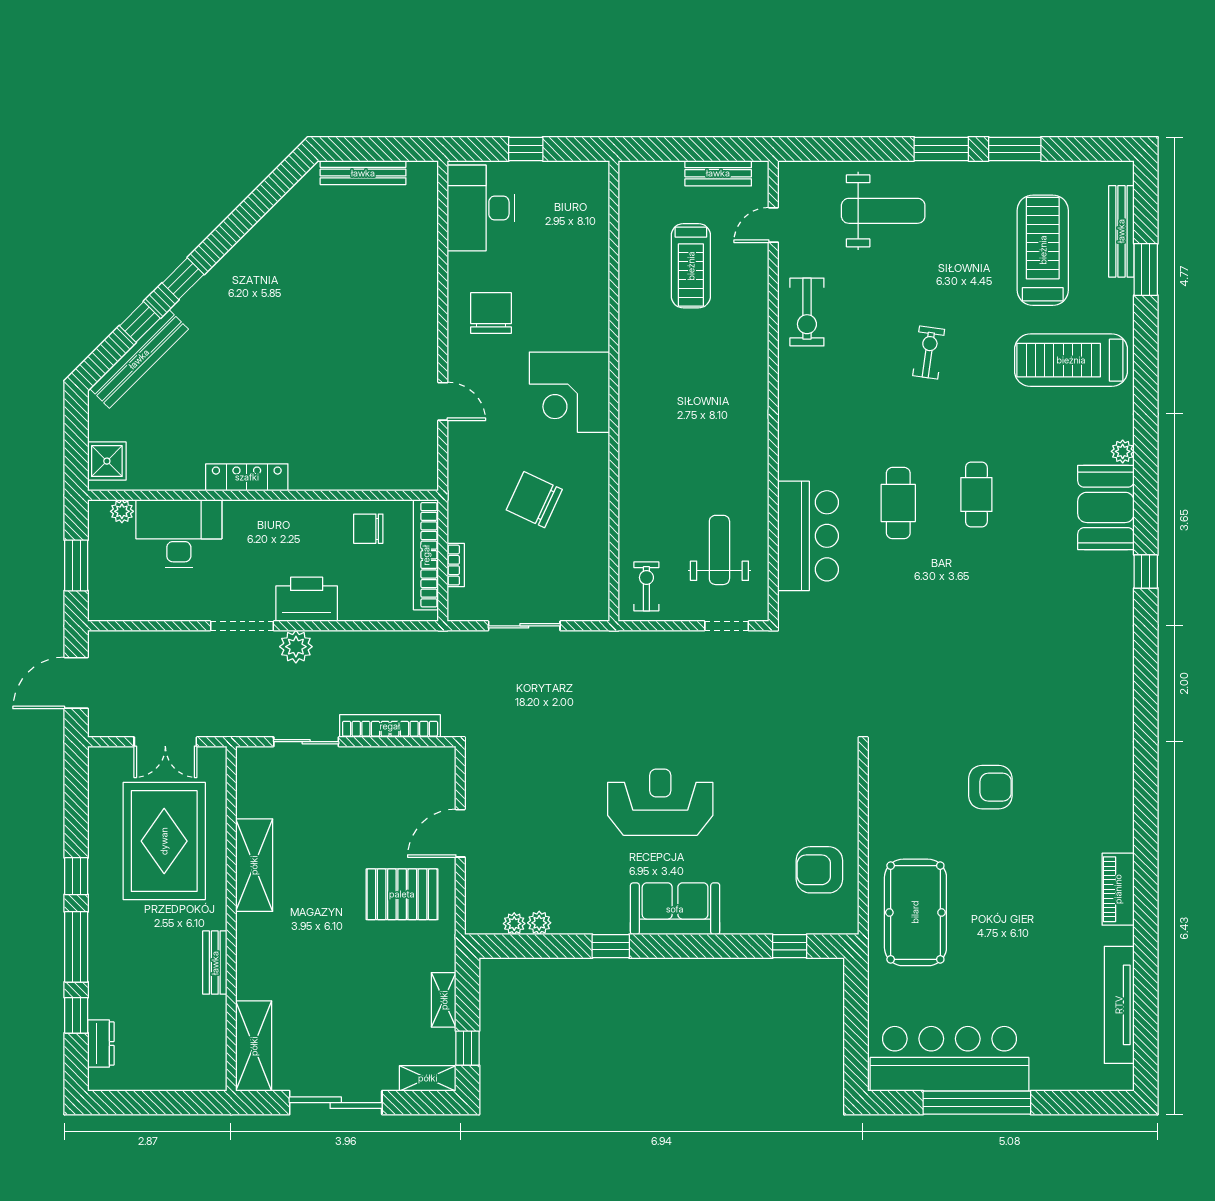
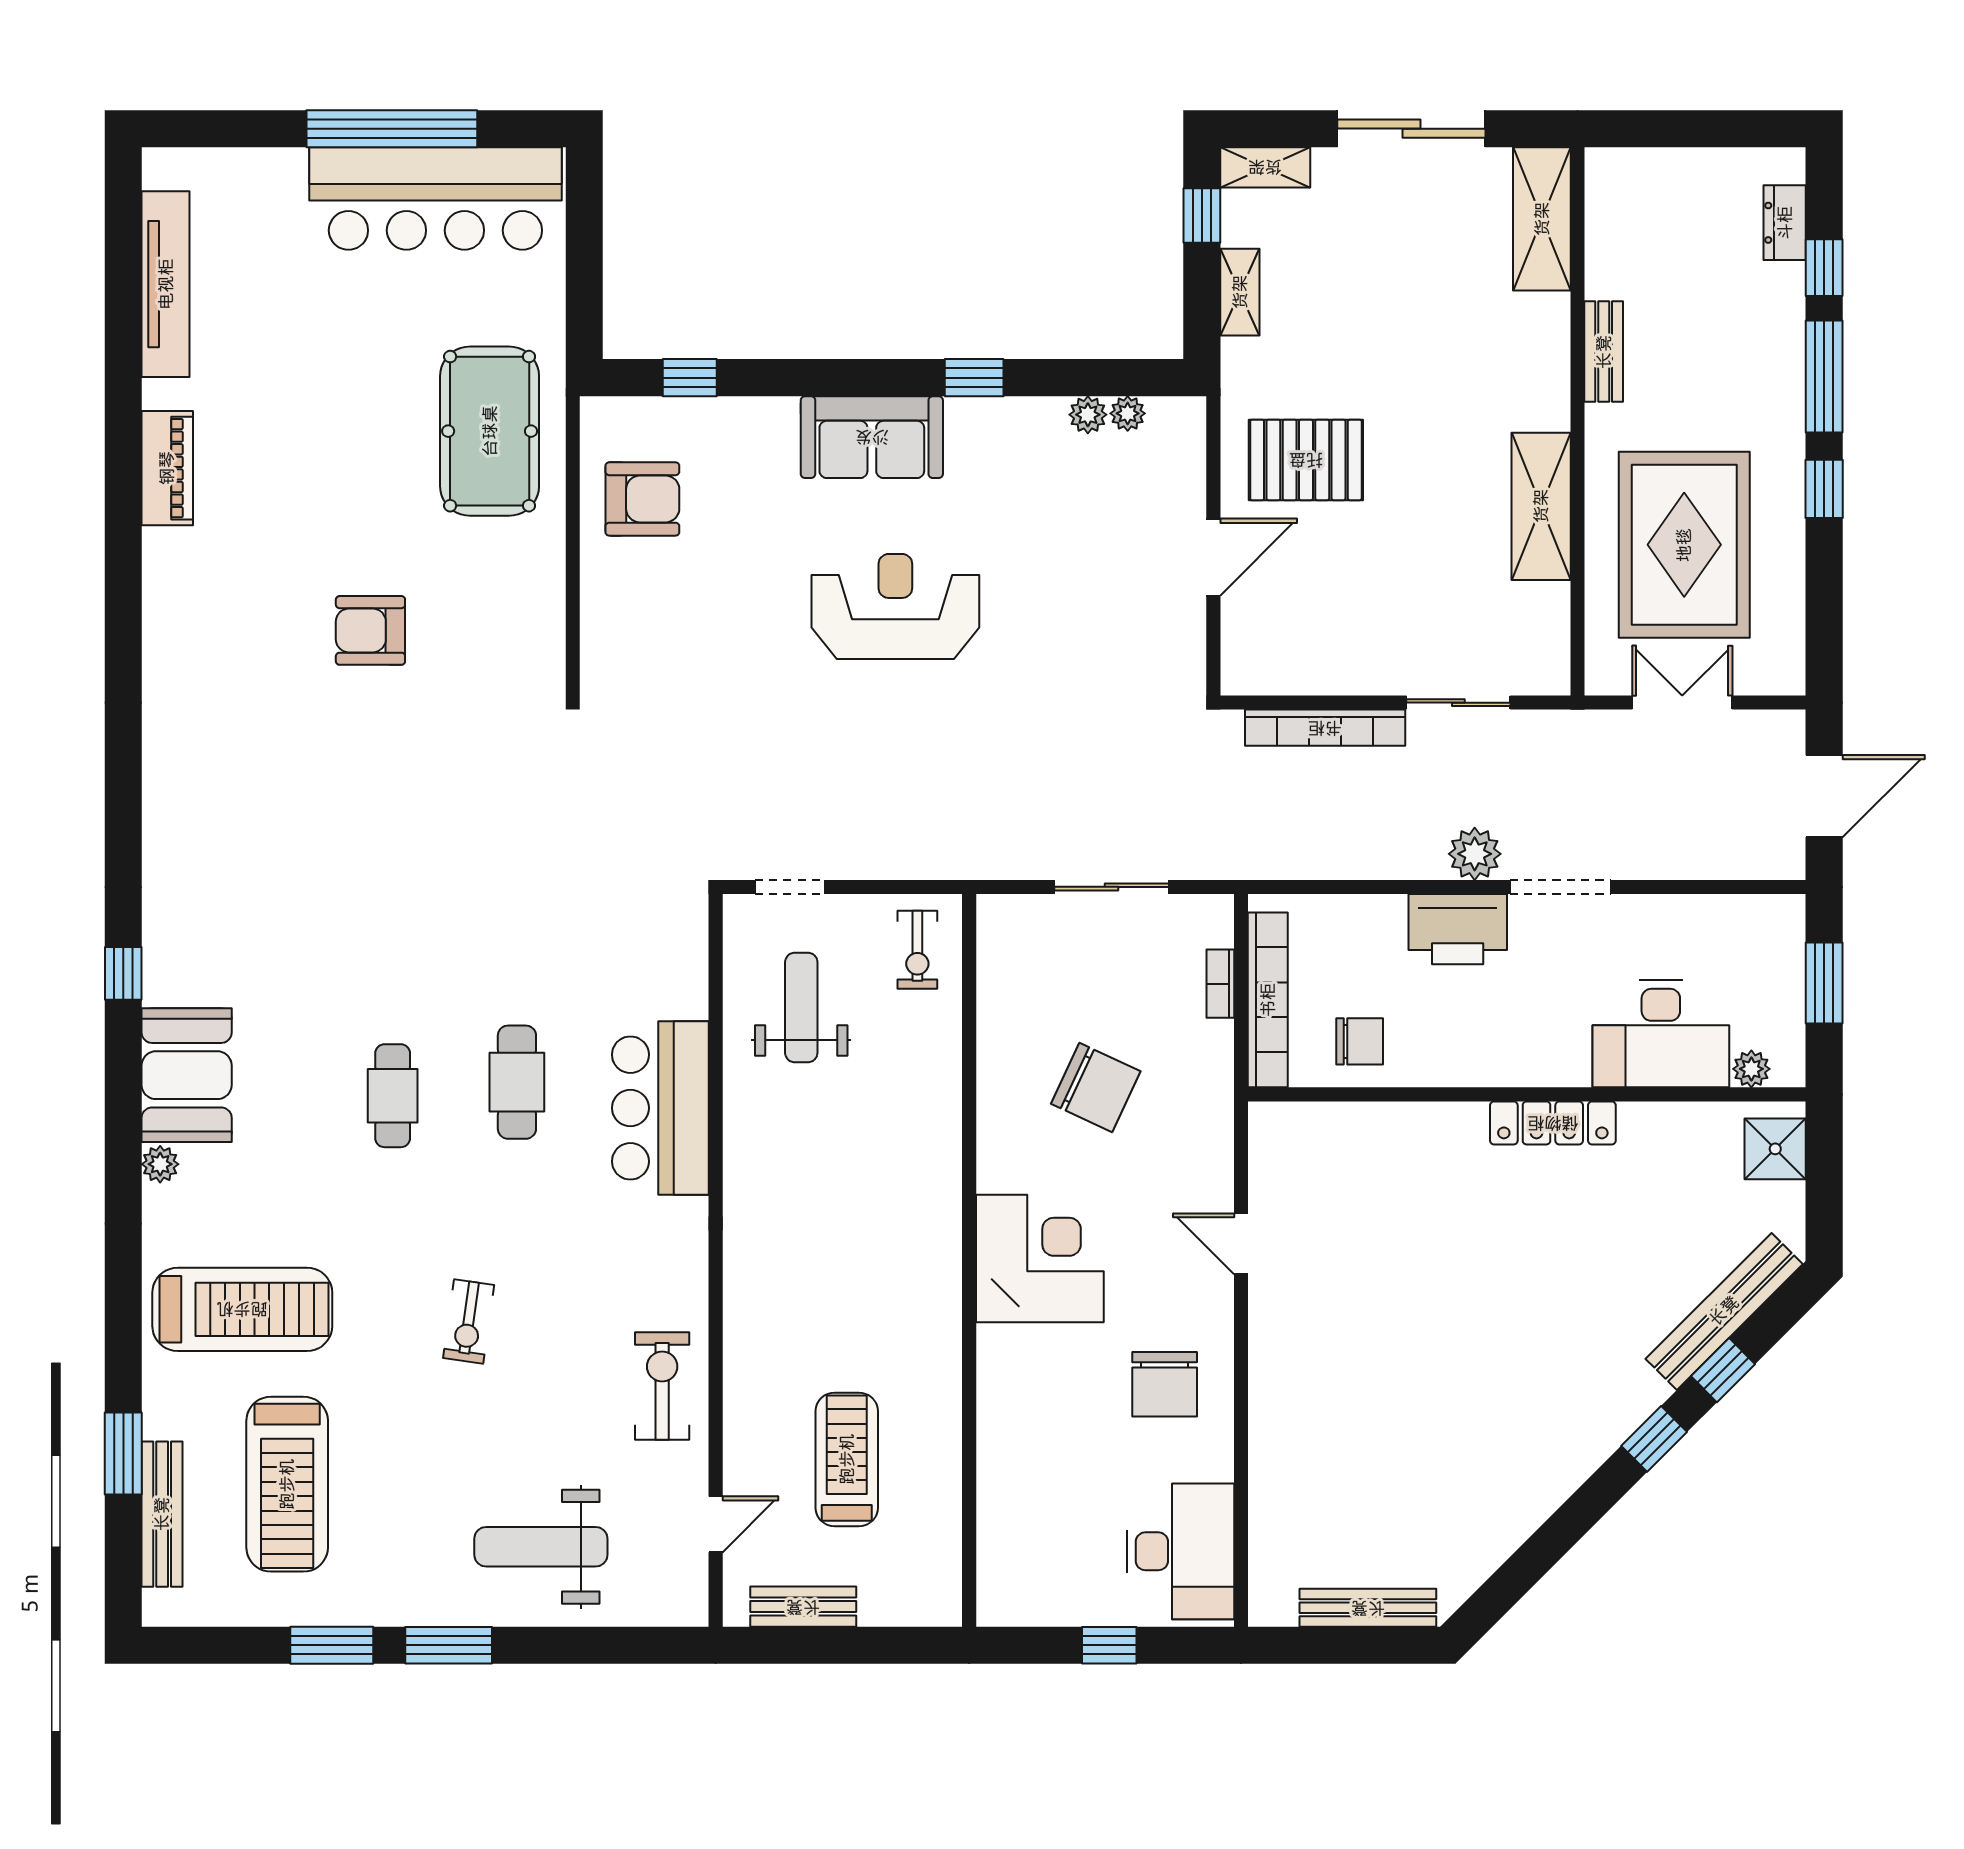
bar counter: (808, 536) -> (660, 1108), moved
weight bench: (719, 550) -> (801, 1008), turned 180
reception desk: (660, 802) -> (895, 606), turned 180

